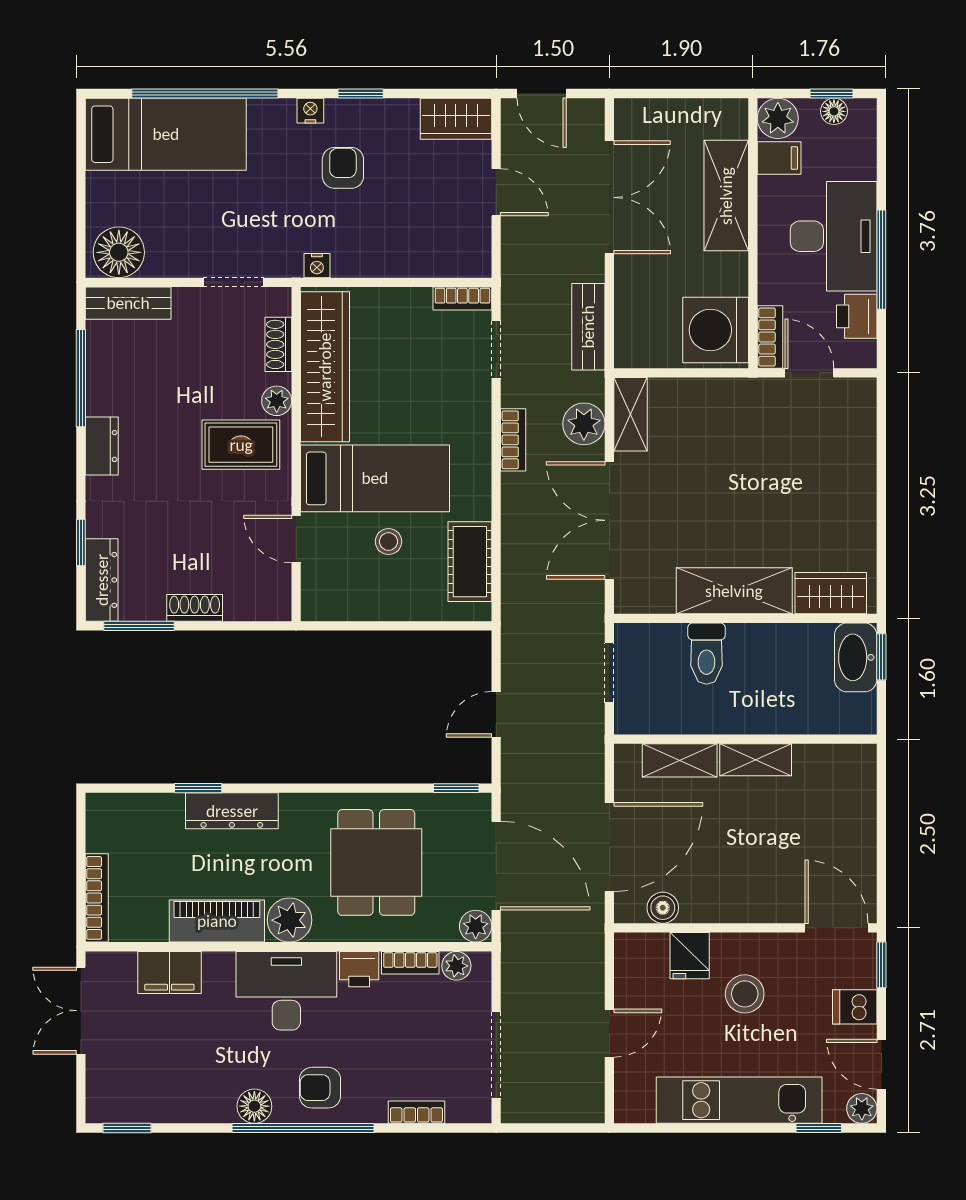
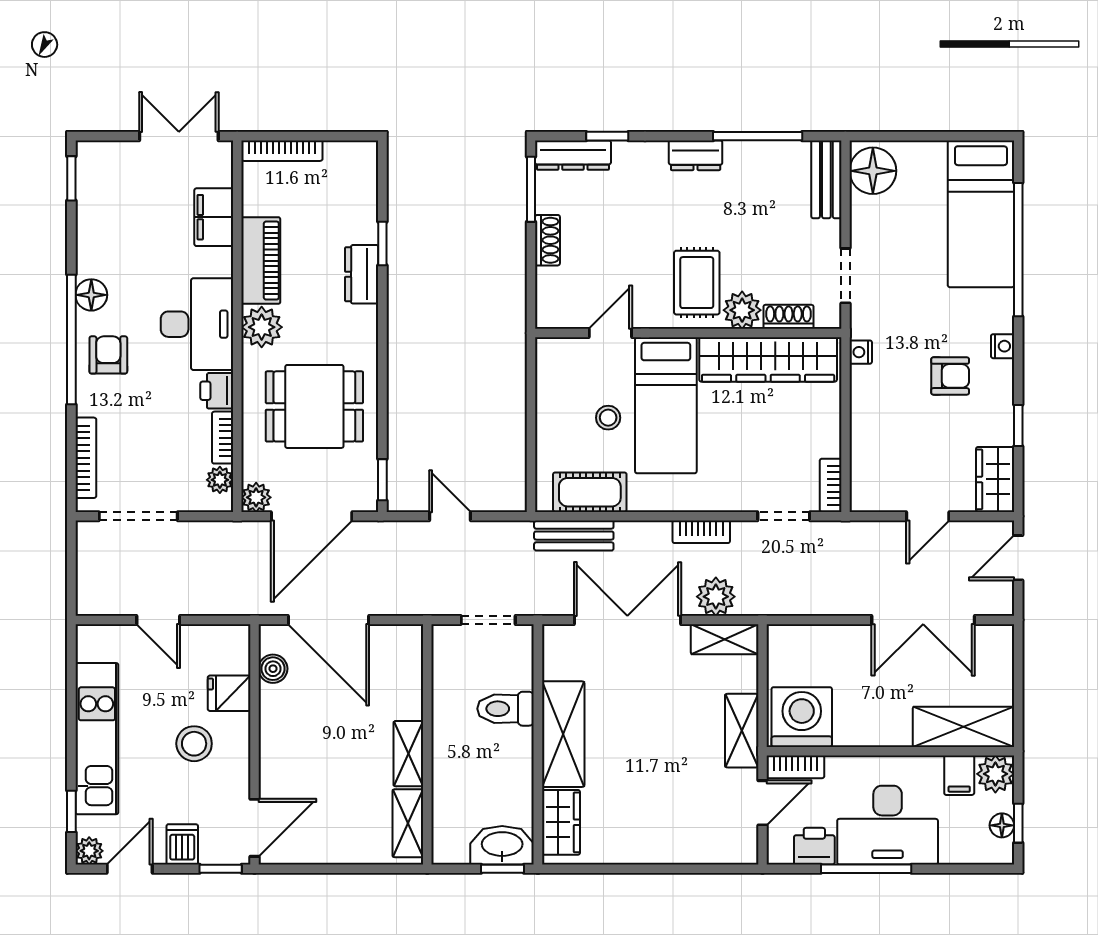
window: (361, 94) -> (1018, 425), moved
shelving: (726, 196) -> (963, 727), moved
bench: (588, 327) -> (574, 536), moved
shelving: (730, 396) -> (742, 731), added
plant: (277, 401) -> (742, 310), width x1.38, depth x1.38
shelving: (680, 760) -> (408, 823), moved
dresser: (232, 811) -> (362, 274), width x0.70
bookcase: (416, 1112) -> (86, 458), width x1.56

